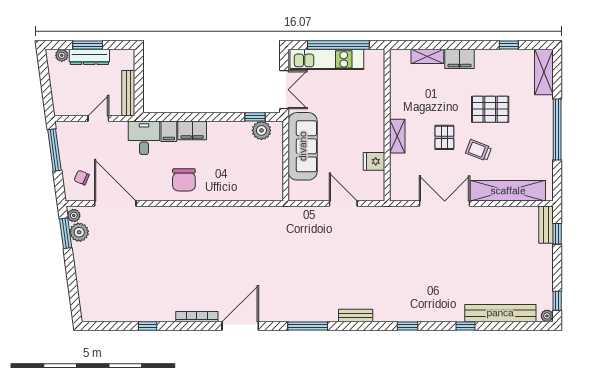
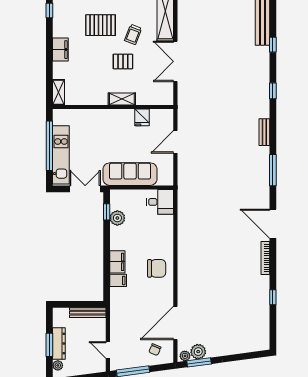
shelving: (427, 56) -> (59, 92), moved
pallet: (490, 109) -> (101, 25), turned 90
door: (98, 118) -> (108, 350), moved
plant: (261, 130) -> (117, 218), moved
desk: (144, 138) -> (160, 202), moved, turned 180

